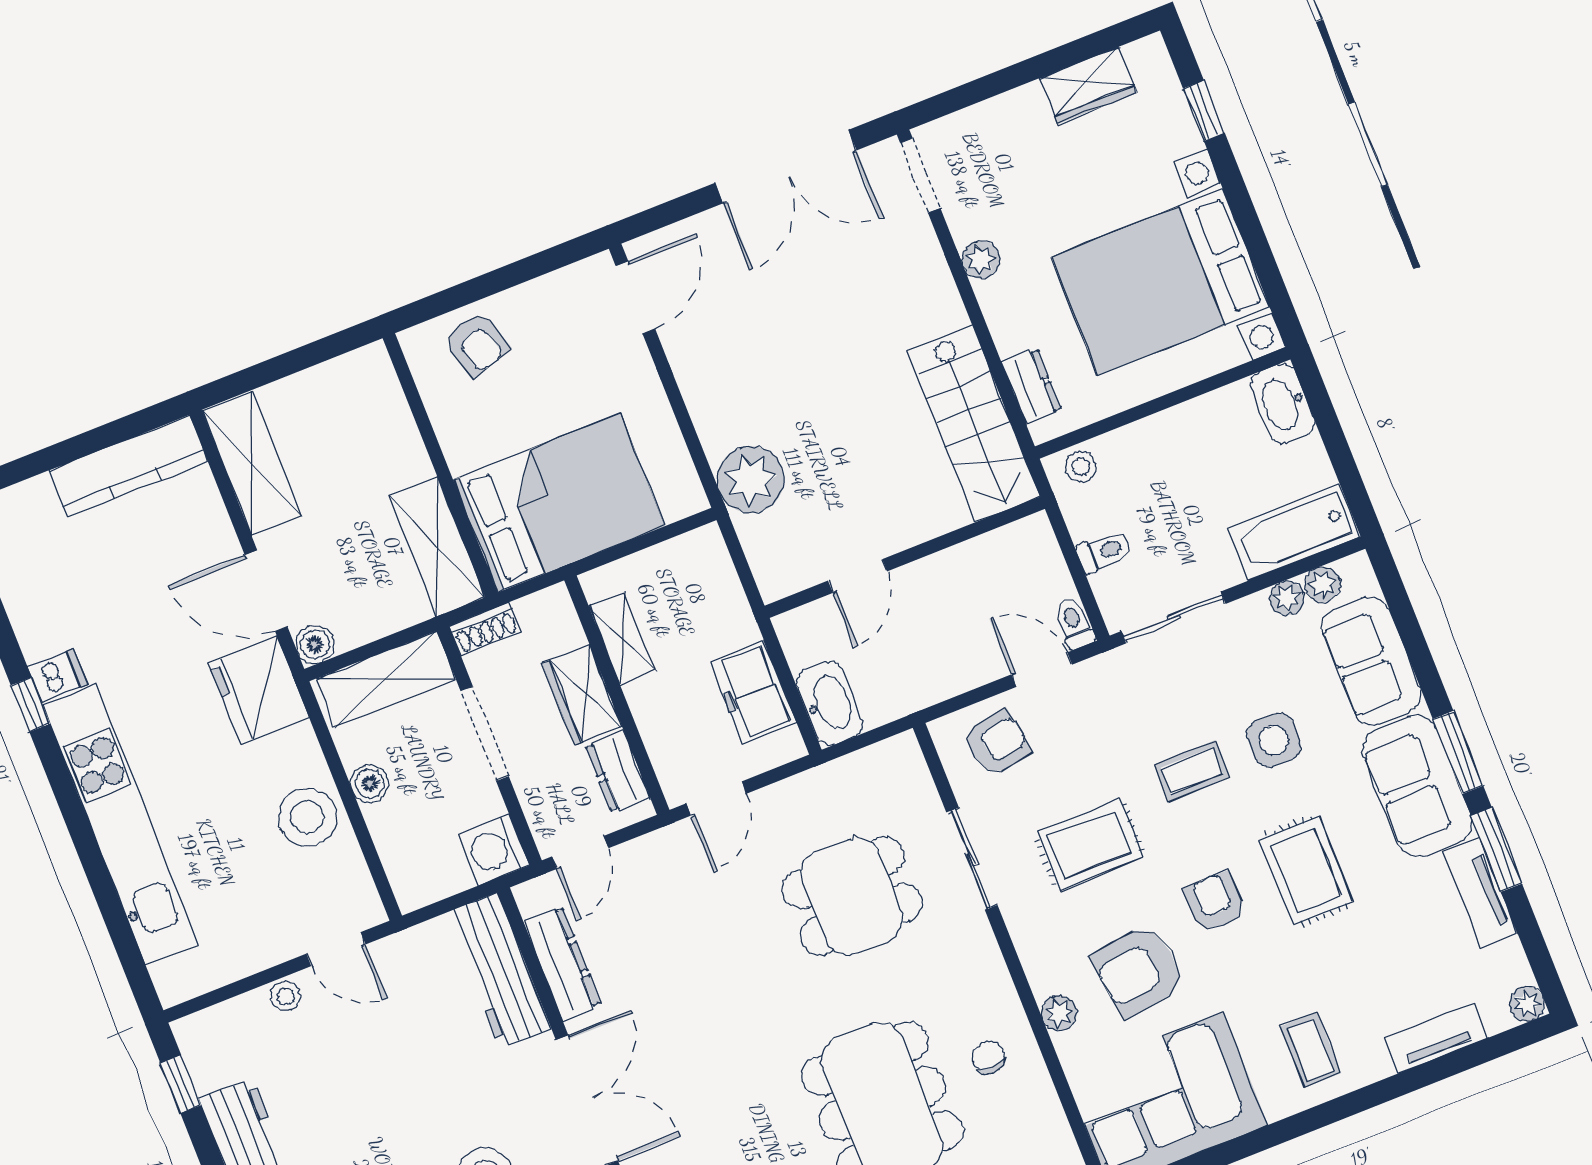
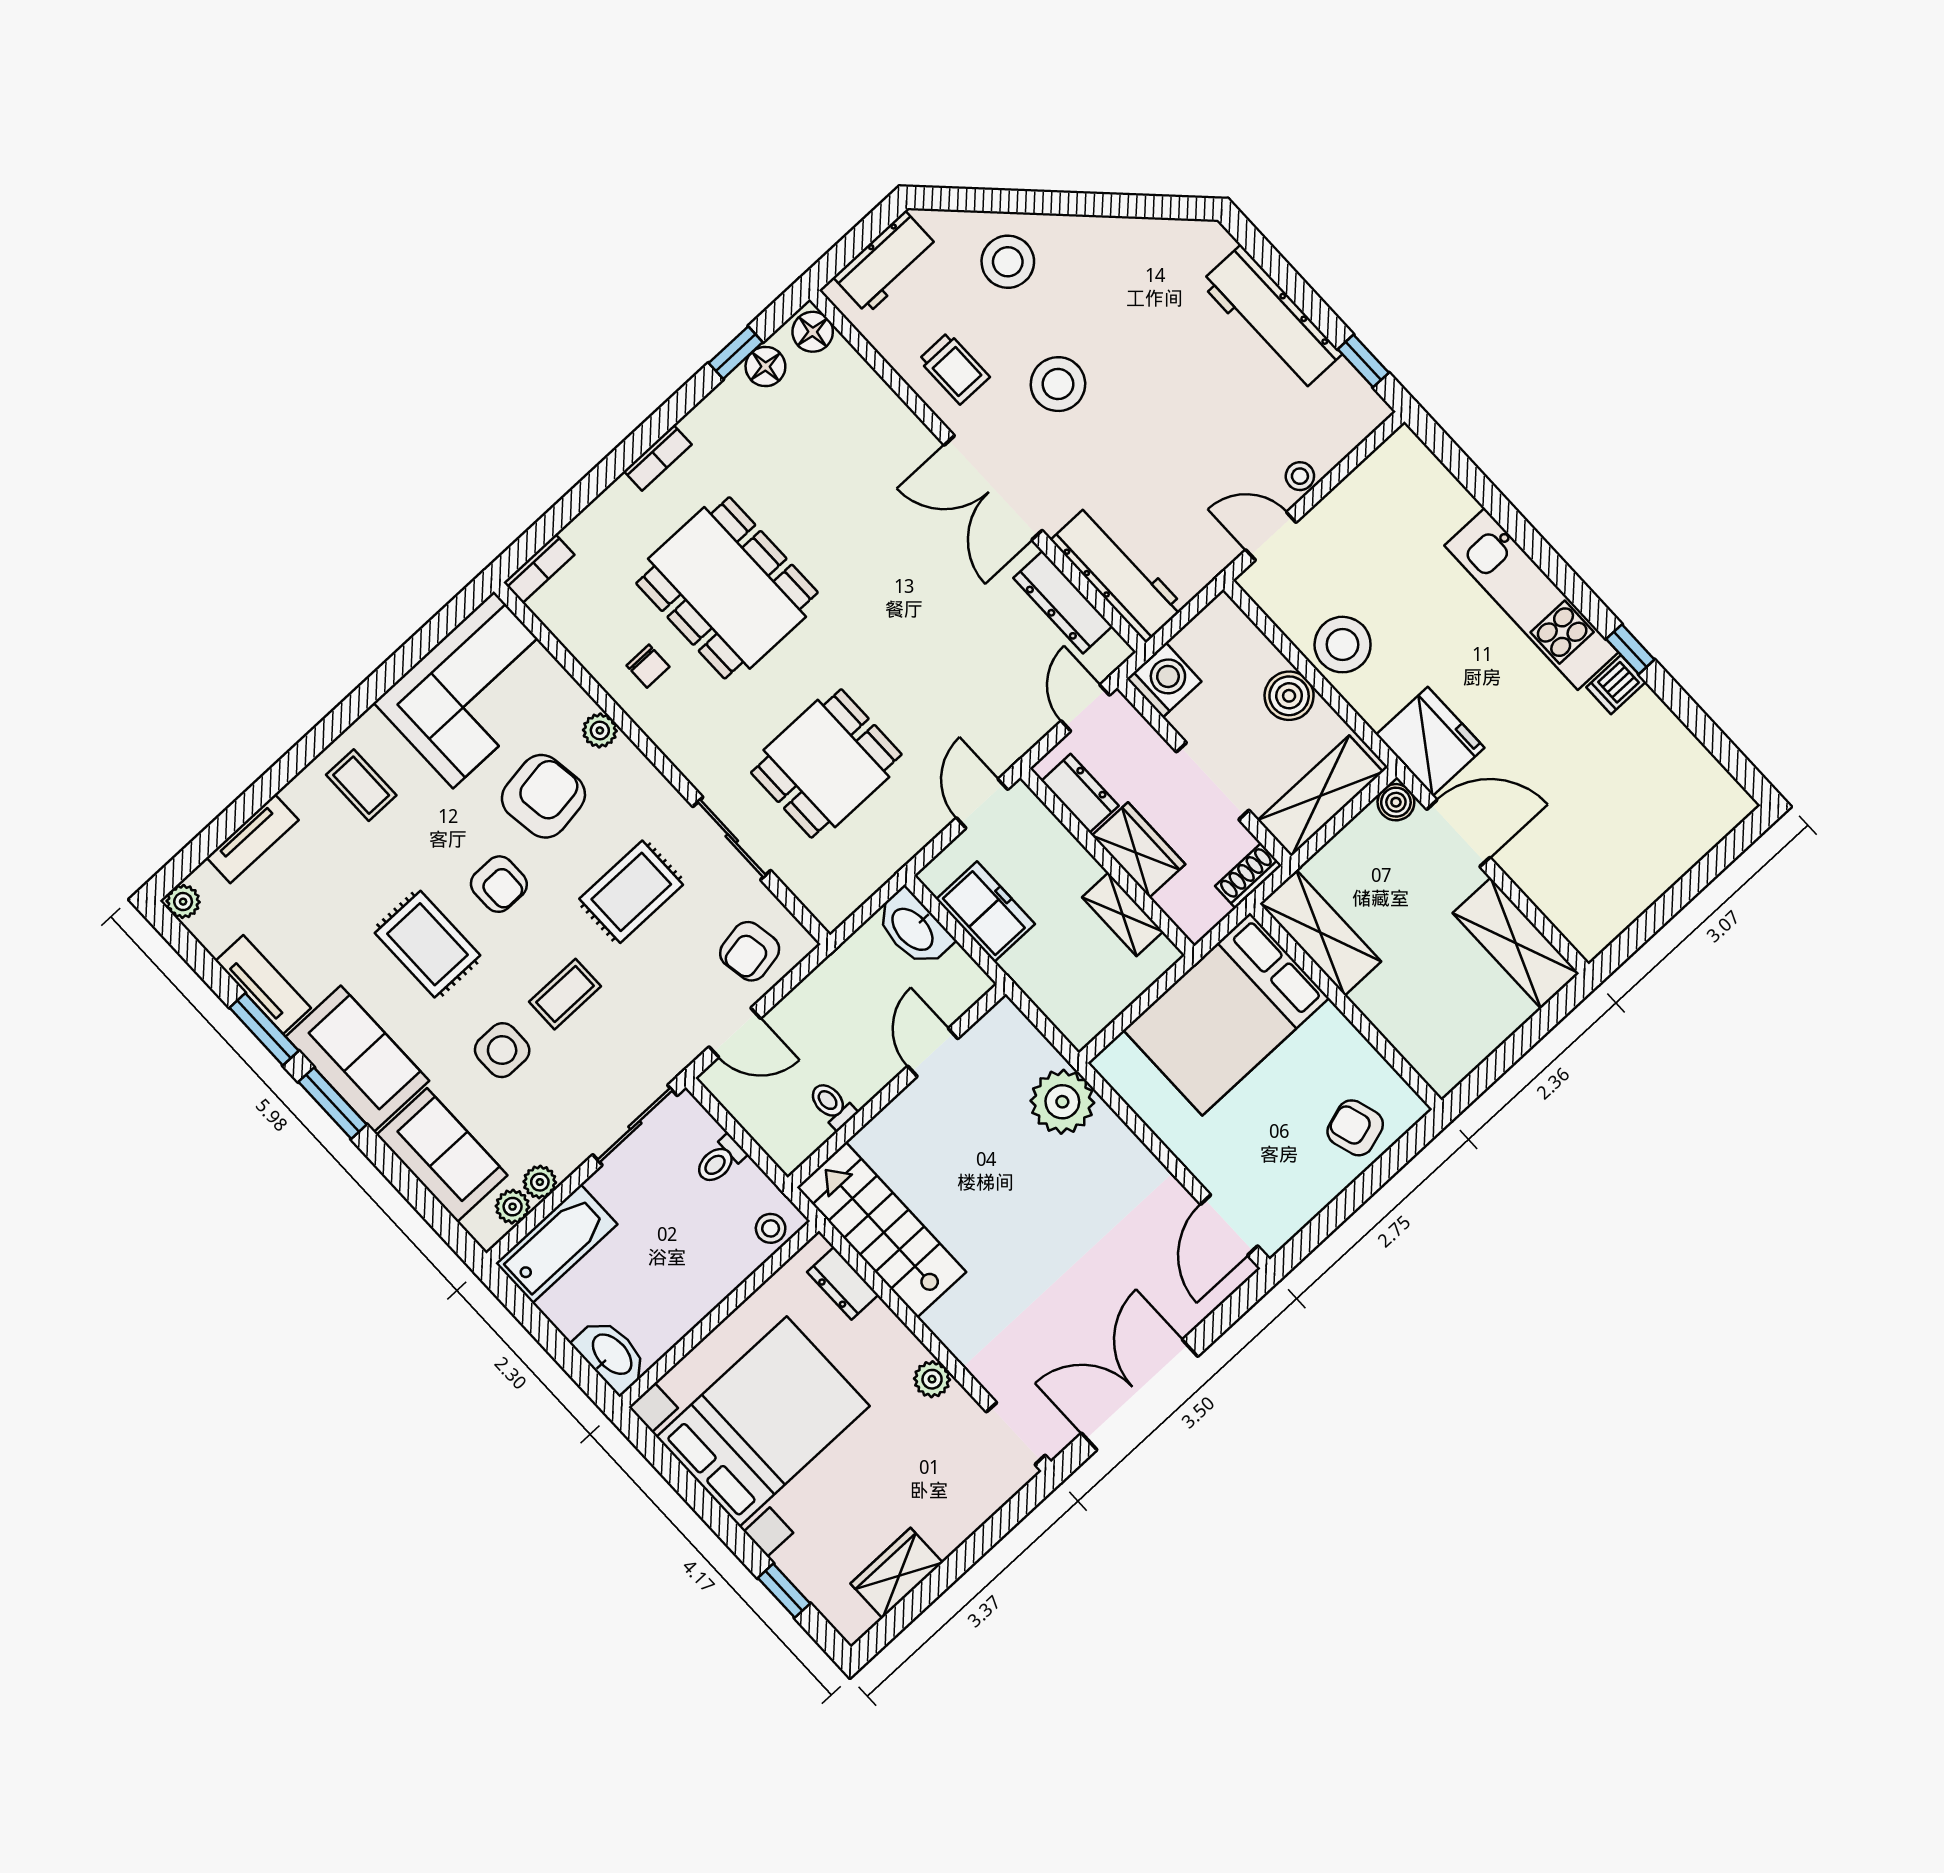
kitchen counter: (128, 466) -> (1626, 897), removed
toilet: (1074, 623) -> (832, 1105), moved, turned 180
boiler: (370, 784) -> (1289, 696), width x1.36, depth x1.36
kitchen unit: (121, 825) -> (1531, 599), width x0.73

